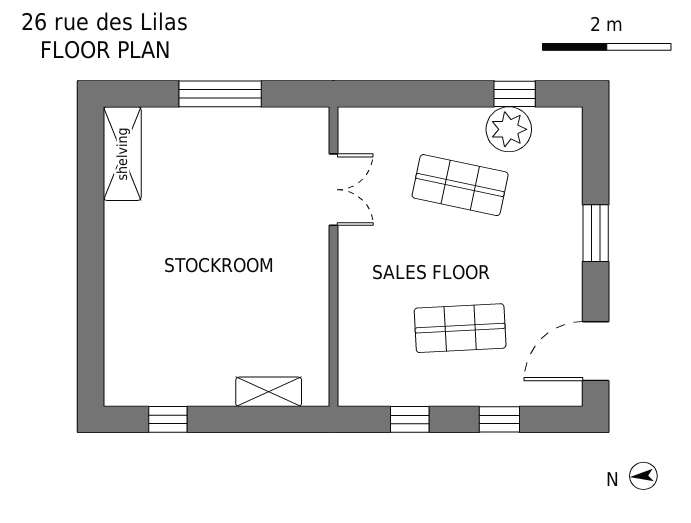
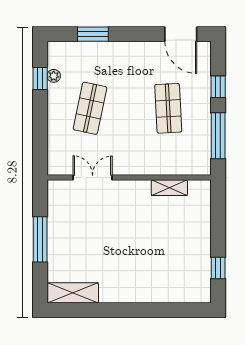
plant: (509, 129) -> (54, 76), width x0.53, depth x0.53
window: (596, 233) -> (93, 34), moved
shelving: (269, 392) -> (169, 188), moved, turned 90
window: (410, 419) -> (218, 136), width x2.17

